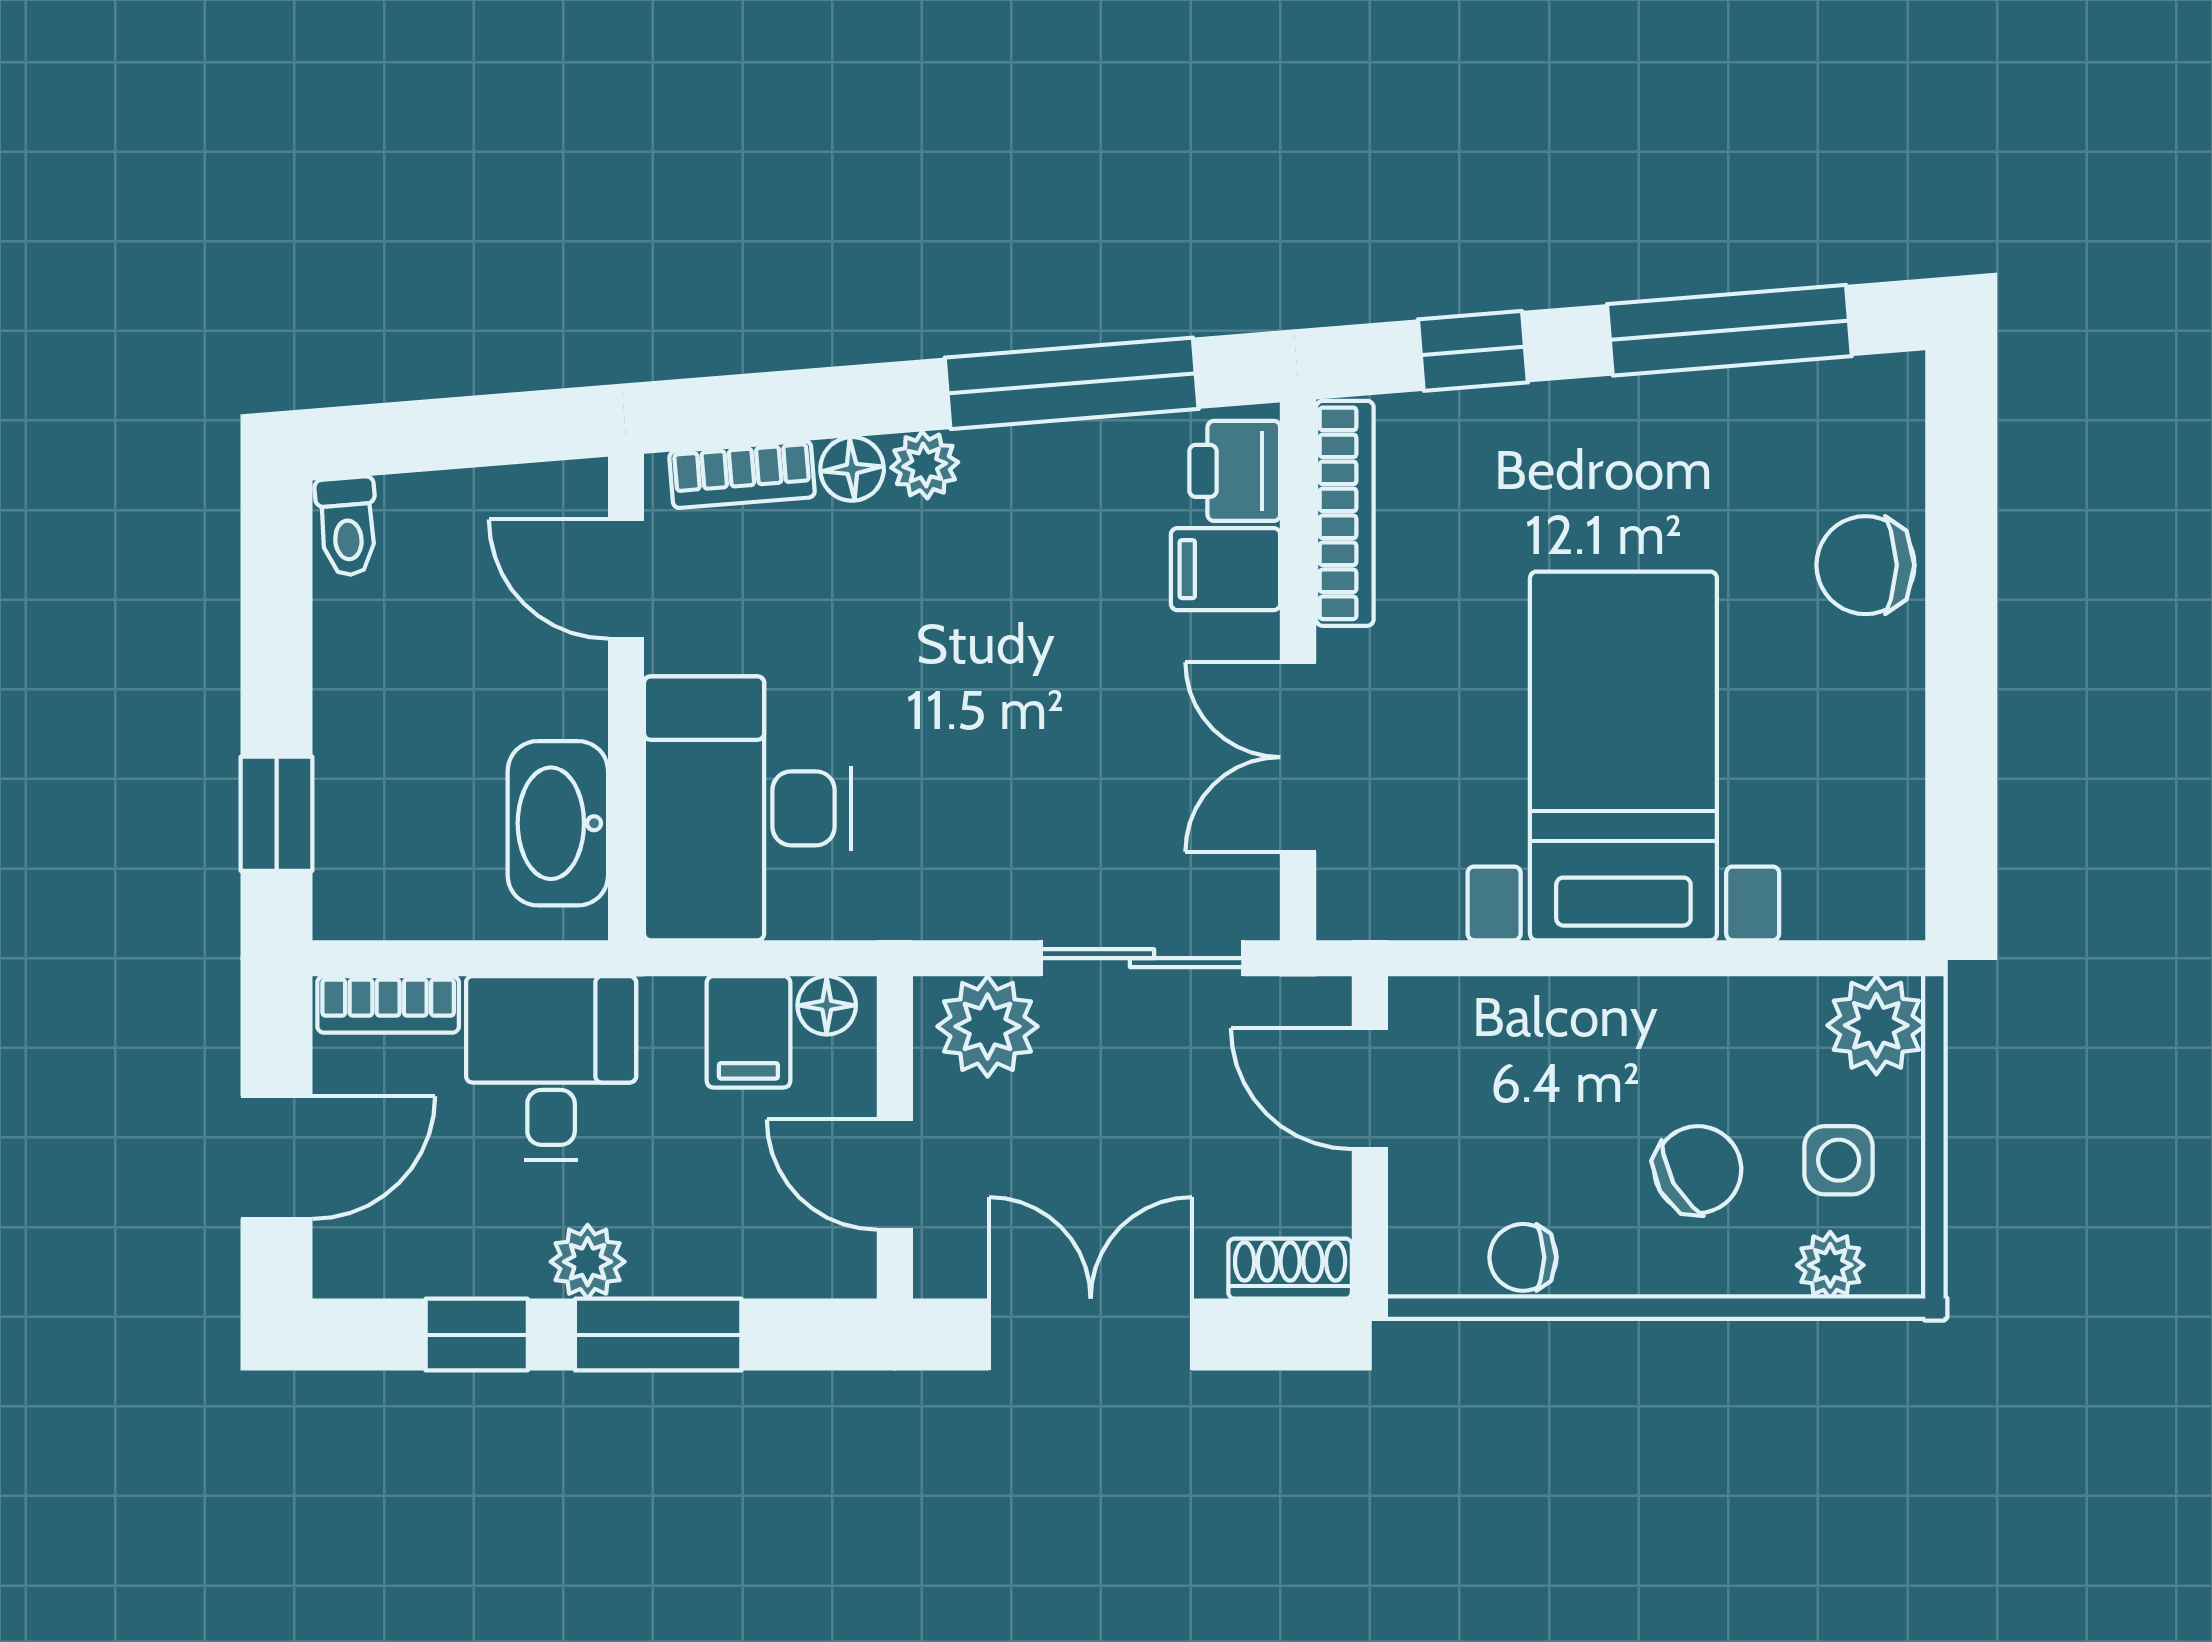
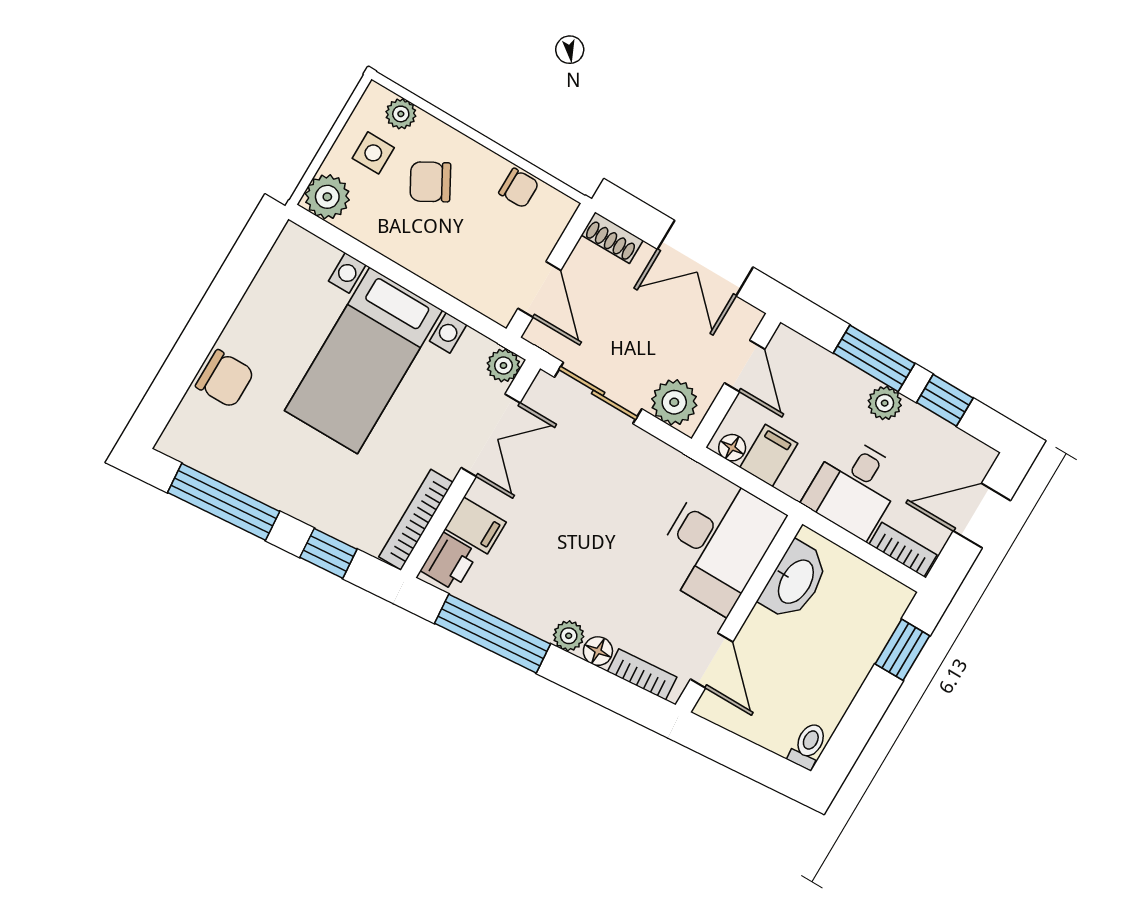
plant: (1352, 904) -> (503, 365), added

